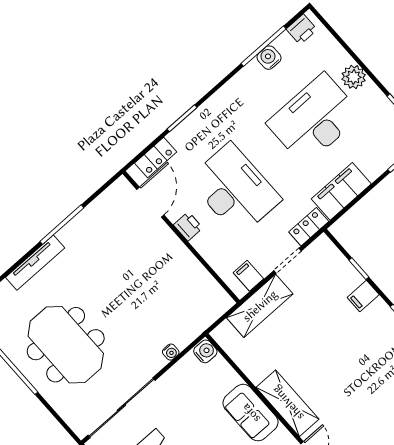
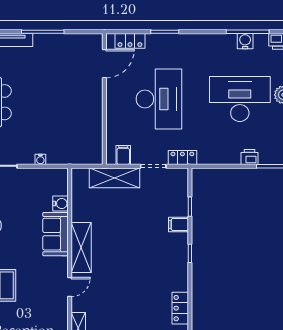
filing cabinet: (341, 191) -> (219, 154), removed
printer: (188, 226) -> (250, 157), moved, turned -90
water cooler: (205, 351) -> (61, 204), moved

